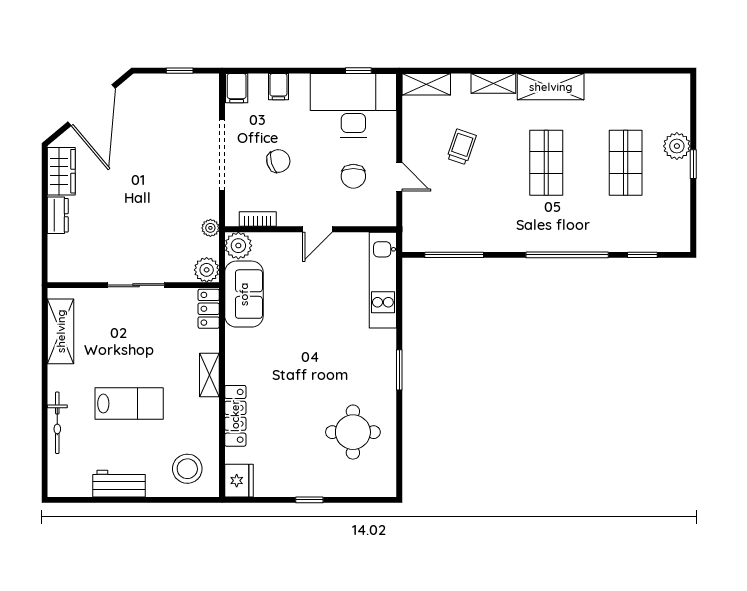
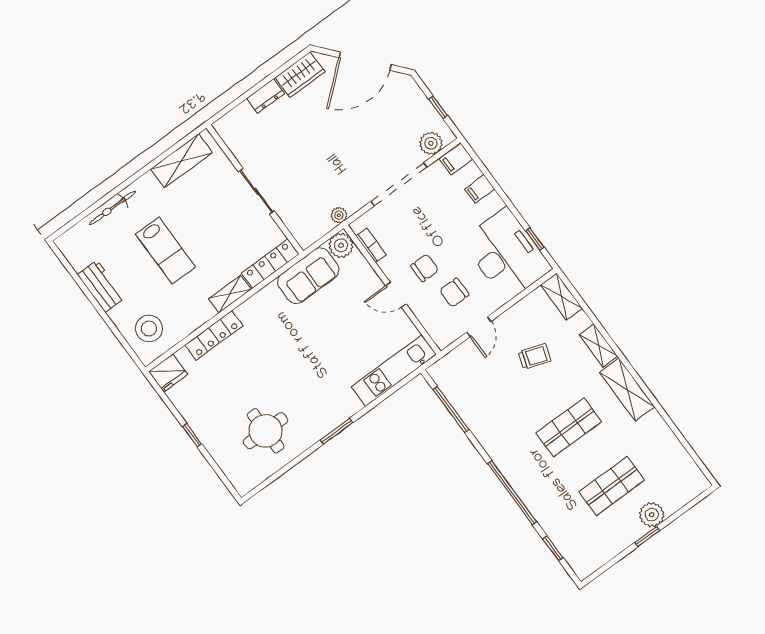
chair: (278, 161) -> (425, 268), moved, turned -74
plant: (207, 270) -> (431, 143), moved
locker: (209, 309) -> (270, 264), width x1.53

